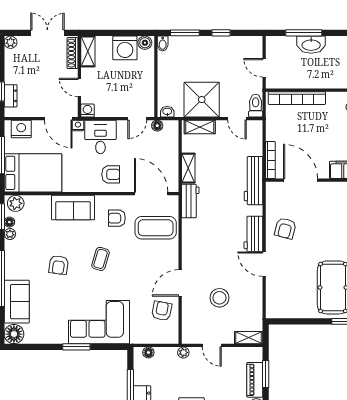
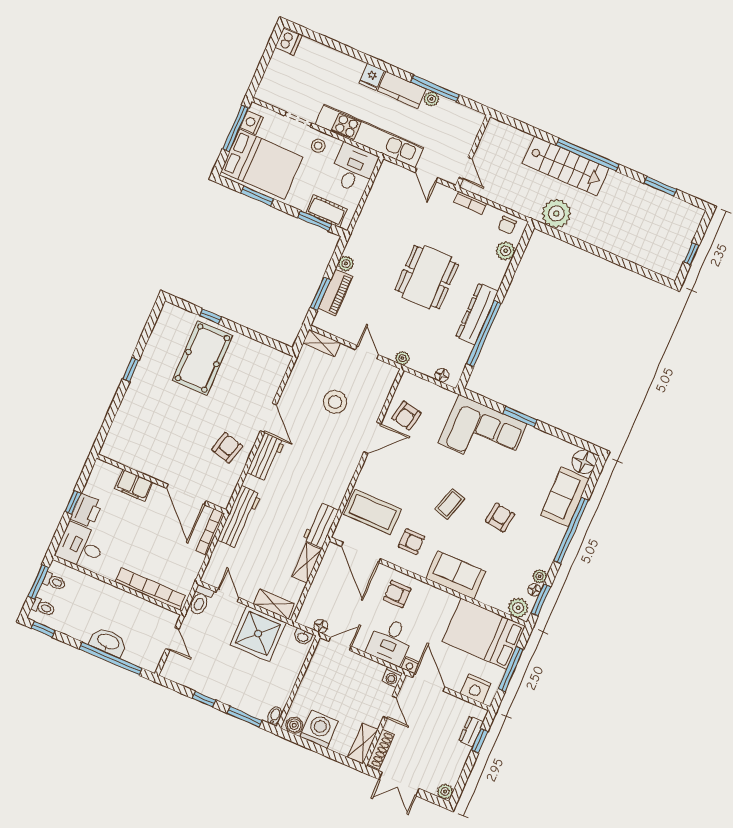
window: (304, 33) -> (111, 659), width x1.46

